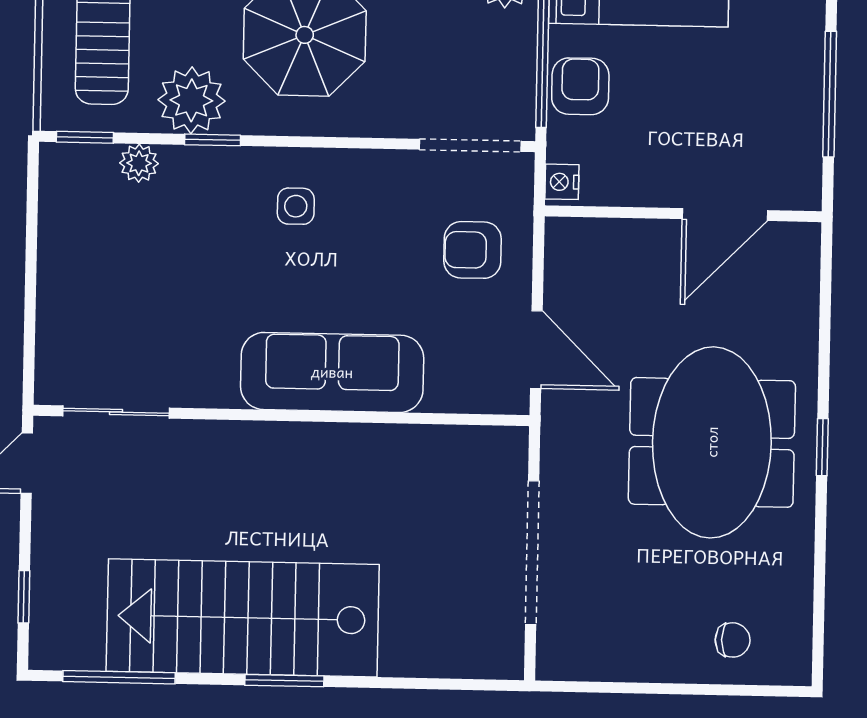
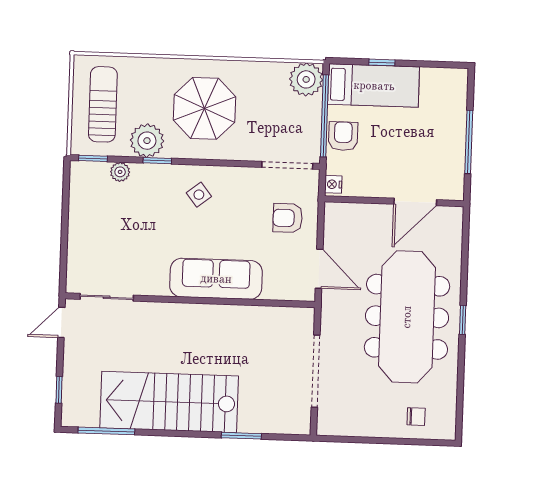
side table: (296, 206) -> (199, 195), turned -38
meeting table: (712, 442) -> (407, 317), width x1.36
window: (284, 681) -> (241, 436), moved

